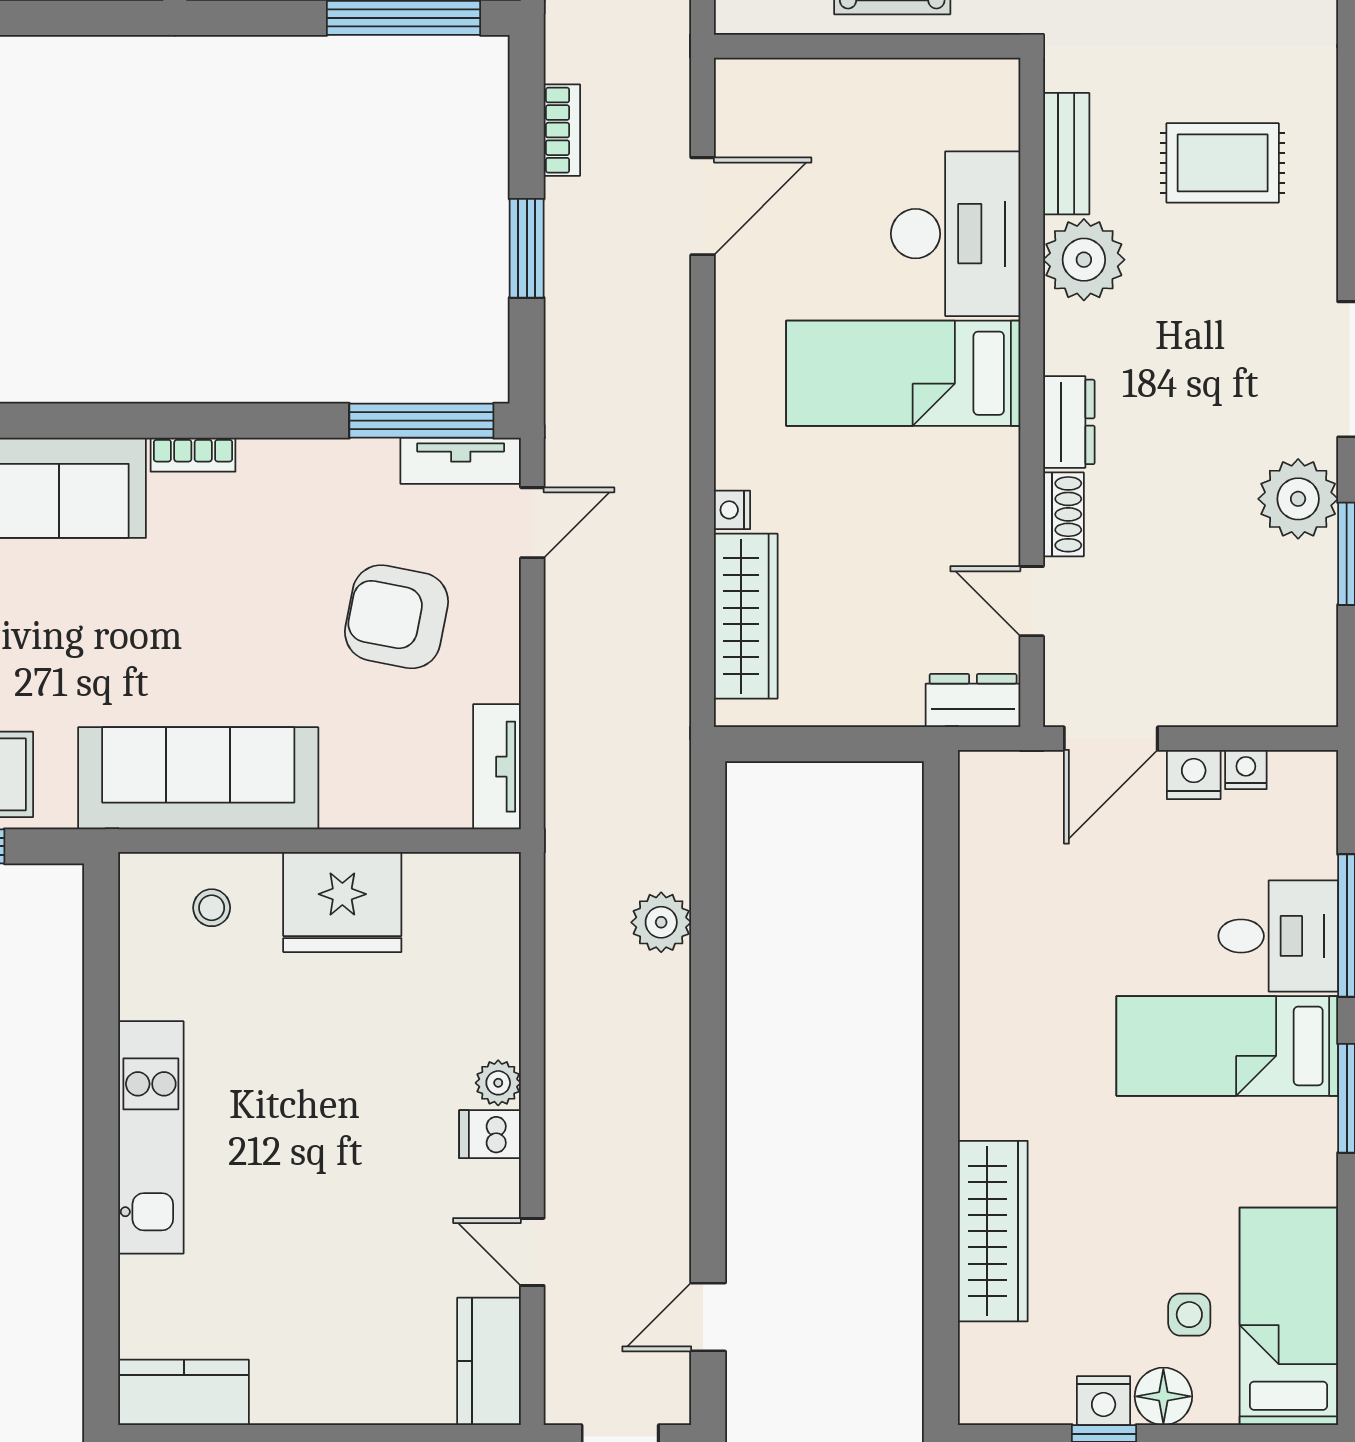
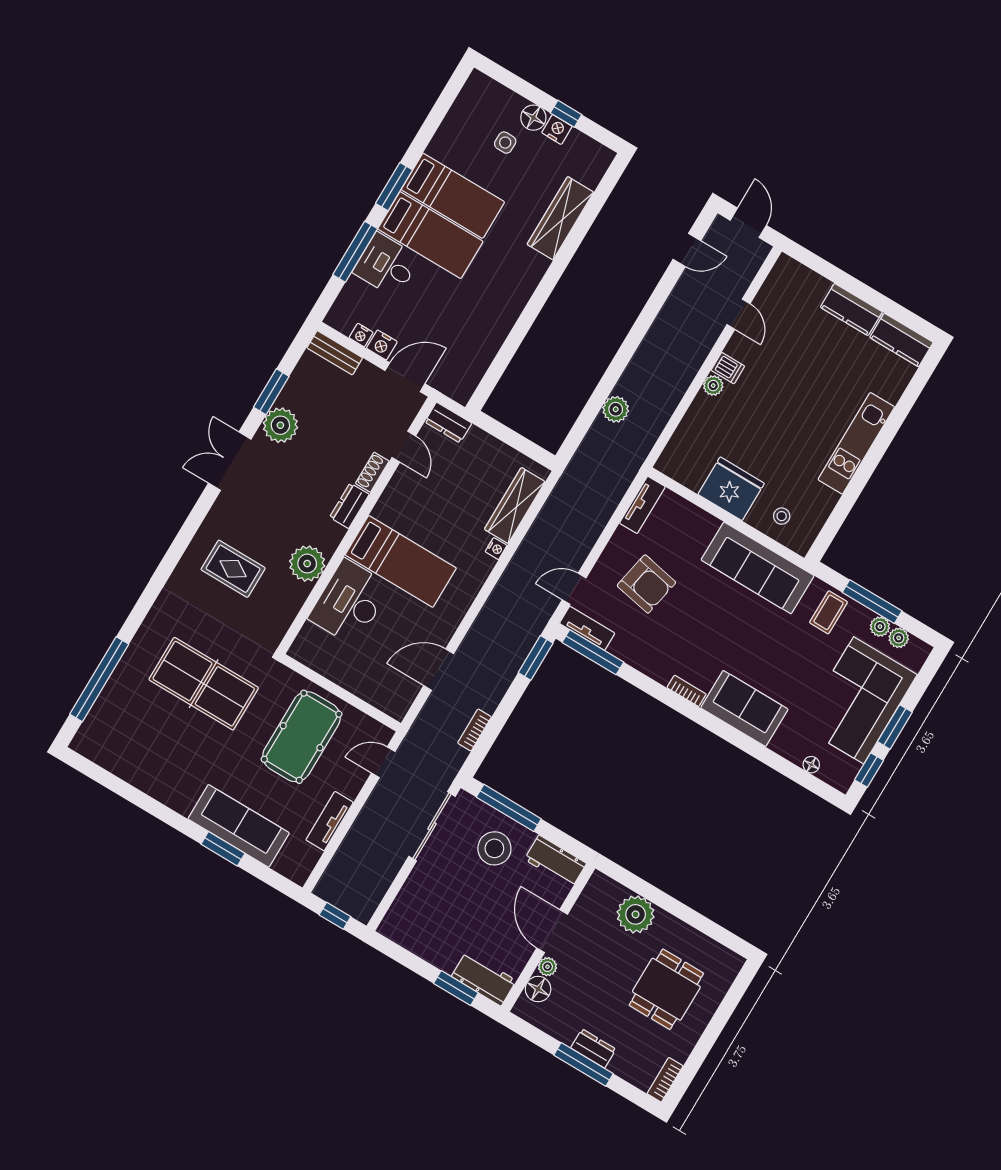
bench: (1066, 154) -> (335, 353), moved, turned 90
window: (527, 248) -> (536, 658), moved
bed: (1288, 1316) -> (453, 196), moved, turned -90
kitchen counter: (489, 1361) -> (851, 309), moved, turned 90

